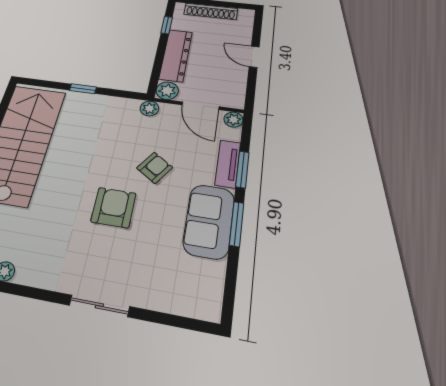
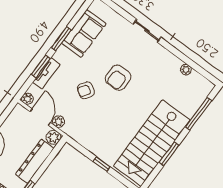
plant: (149, 108) -> (59, 122), moved
sofa: (209, 221) -> (84, 33), moved

